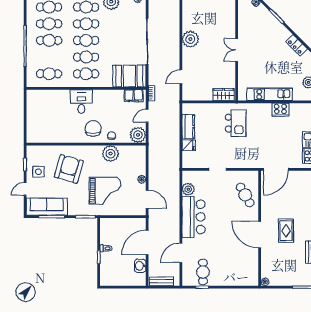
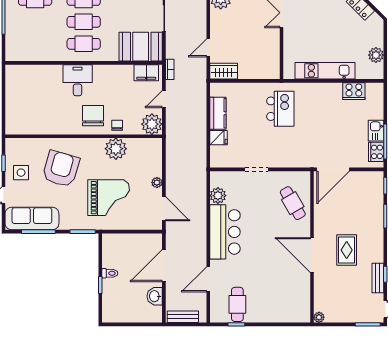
cafe table: (49, 74) -> (35, 44), removed
wardrobe: (224, 95) -> (224, 71), moved
cooker: (280, 110) -> (354, 91), moved

